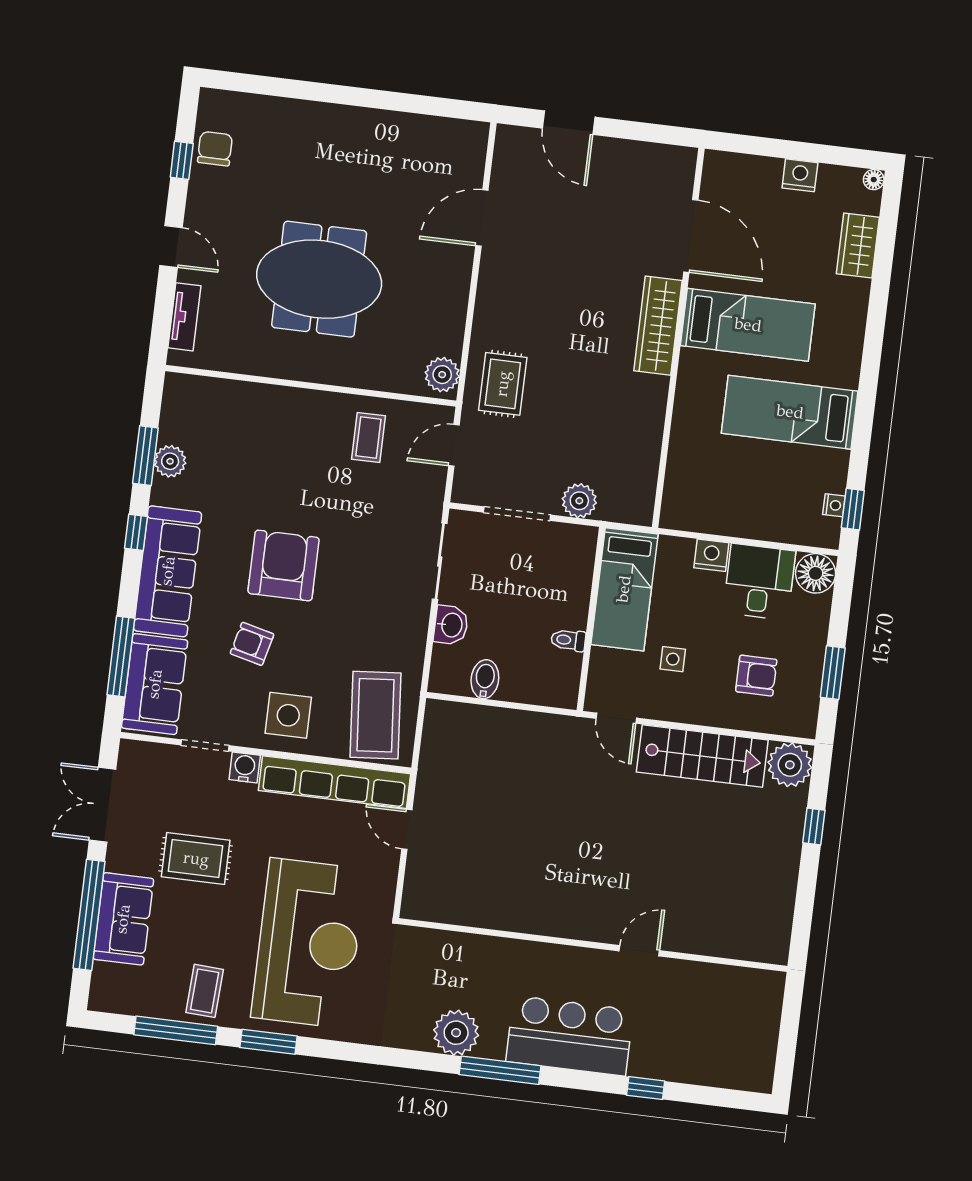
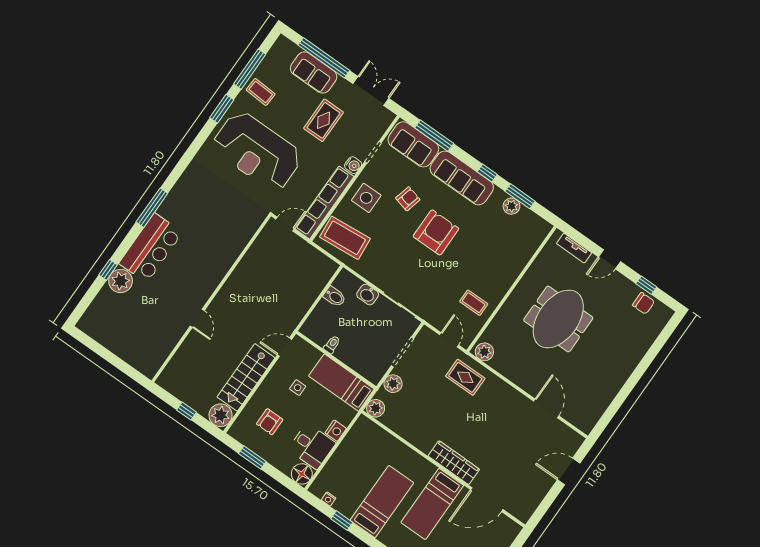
plant: (637, 508) -> (376, 408), added
window: (853, 509) -> (342, 521), moved
armchair: (284, 565) -> (436, 232), turned -90
wall: (593, 945) -> (211, 298), moved
door: (639, 951) -> (197, 318), moved
plant: (456, 1033) -> (121, 281), moved

